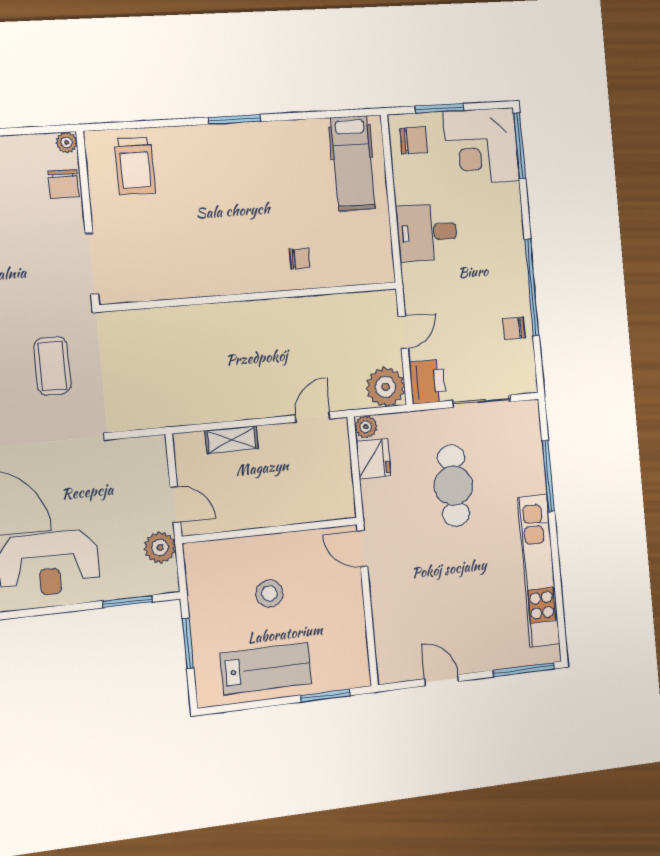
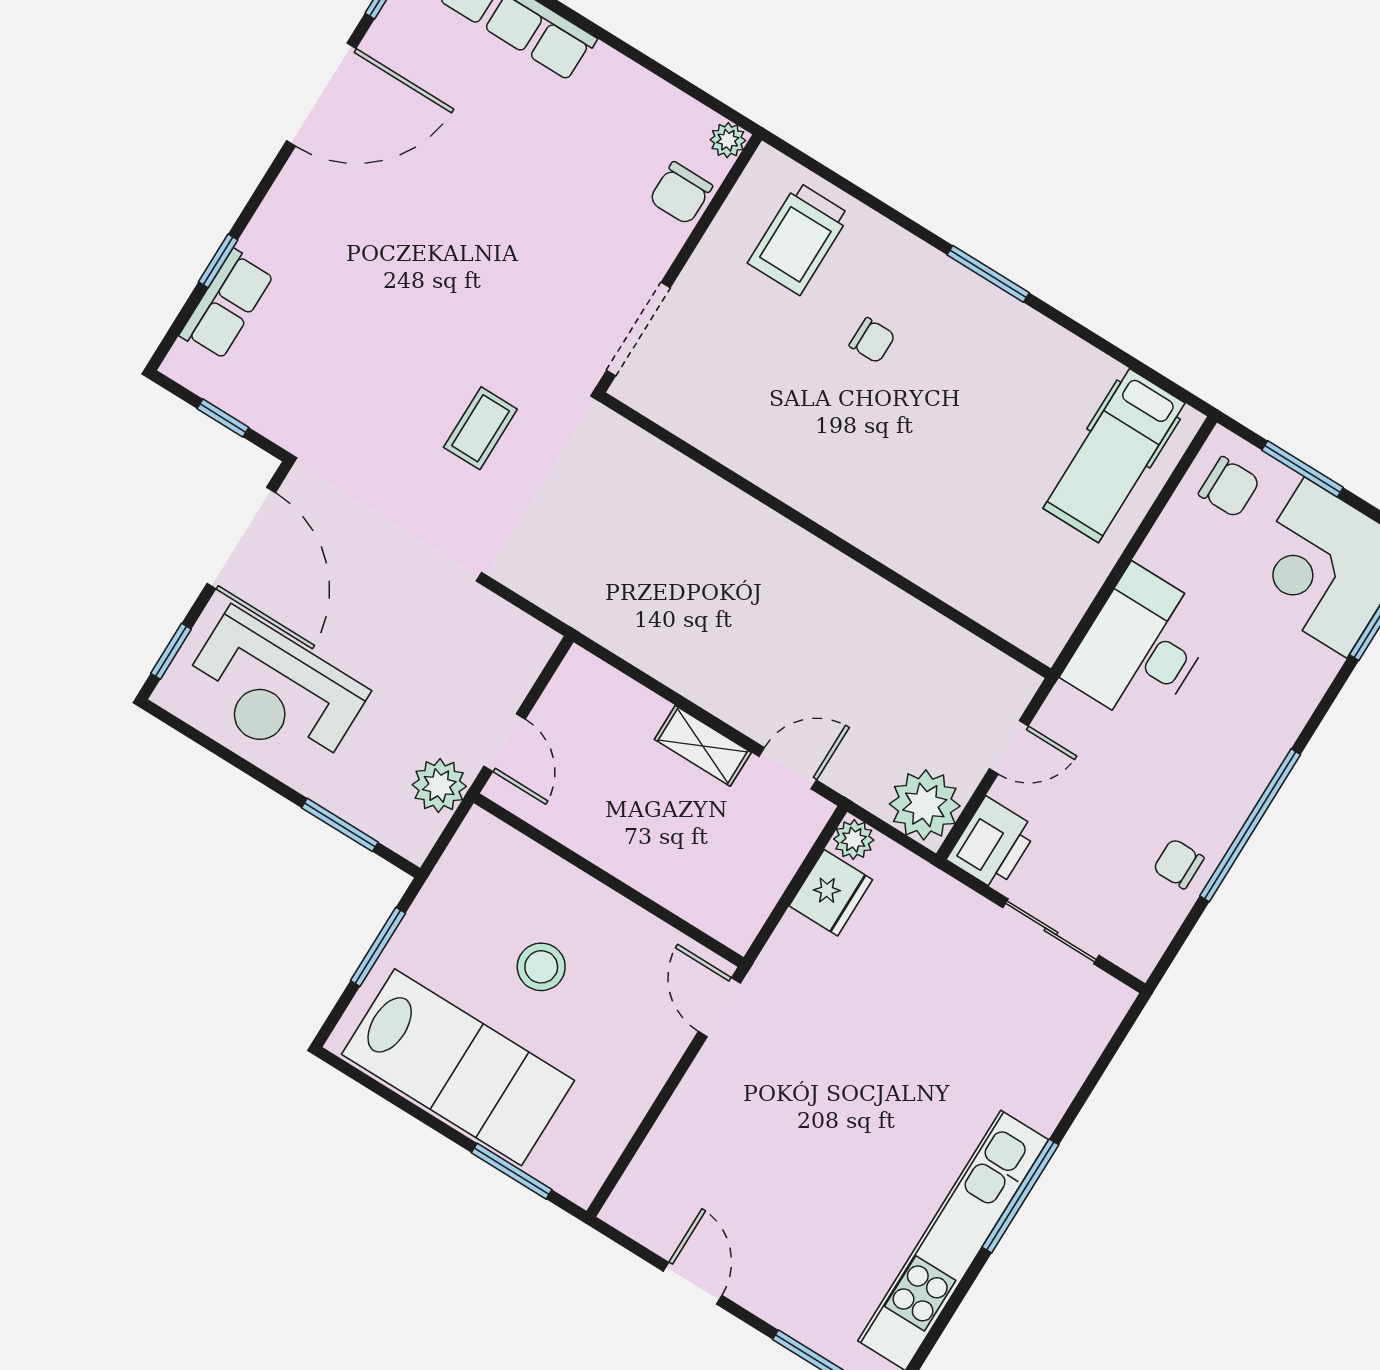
desk: (427, 232) -> (1141, 647), width x1.37
chair: (300, 259) -> (872, 340), moved
coffee table: (52, 366) -> (480, 428), width x0.73, depth x0.77
shelving: (232, 440) -> (703, 746), moved
window: (548, 476) -> (1020, 1196), moved
cafe table: (453, 486) -> (919, 1020), removed
lab bench: (266, 669) -> (458, 1067), width x1.36, depth x1.39

